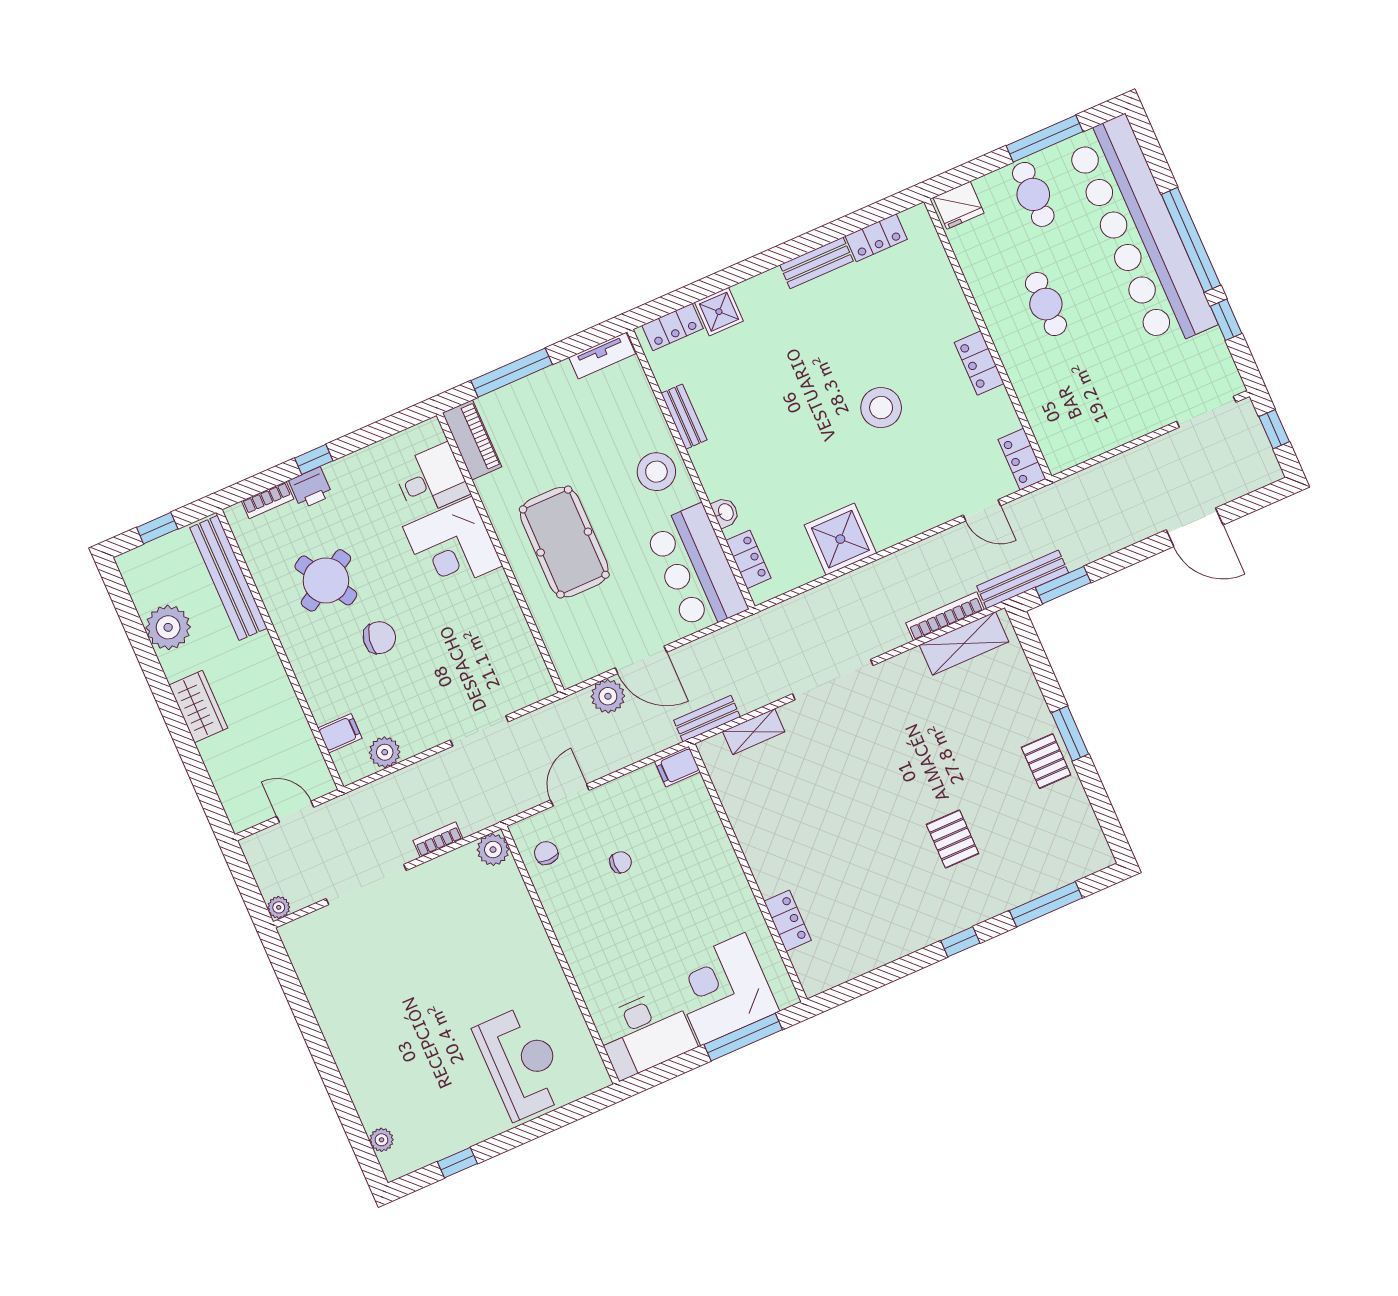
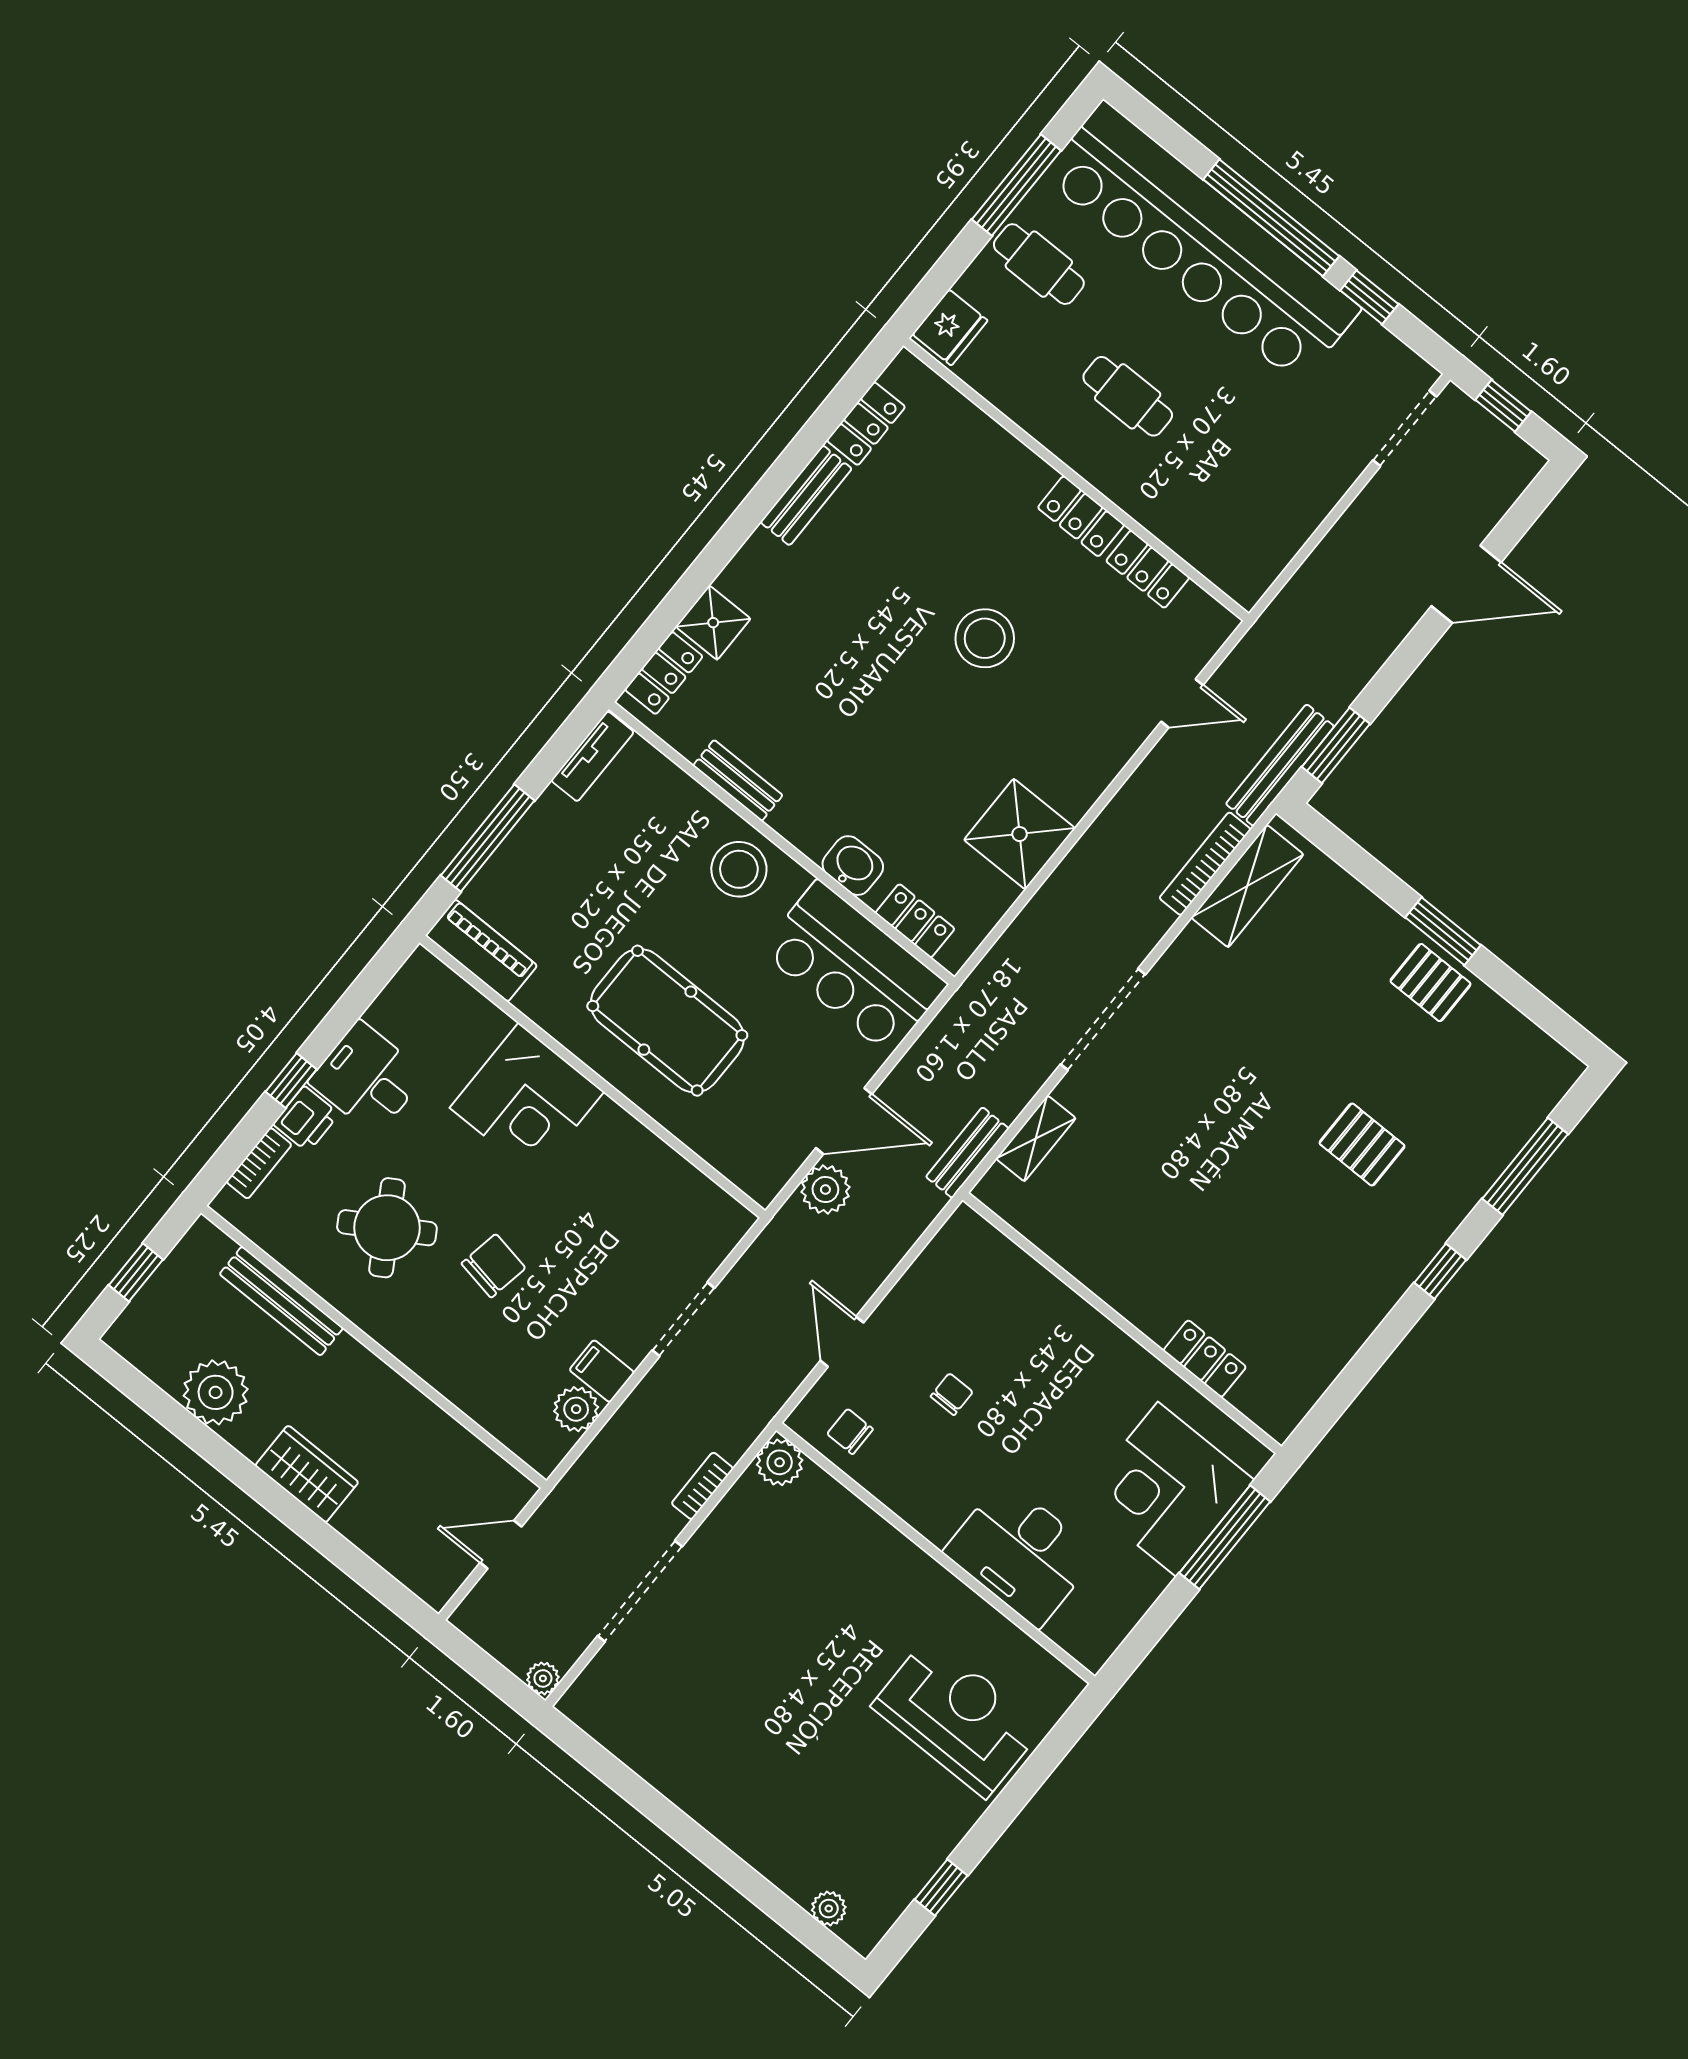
locker: (1022, 459) -> (1148, 569), moved
desk: (431, 480) -> (367, 1078), moved, turned -90
washbasin: (725, 512) -> (853, 866), width x1.38, depth x1.45
bench: (228, 578) -> (281, 1301), width x0.73, depth x0.82
filing cabinet: (340, 733) -> (602, 1371), moved, turned -90
filing cabinet: (678, 767) -> (961, 1234), removed
desk: (645, 1033) -> (1021, 1553), moved, turned 90

